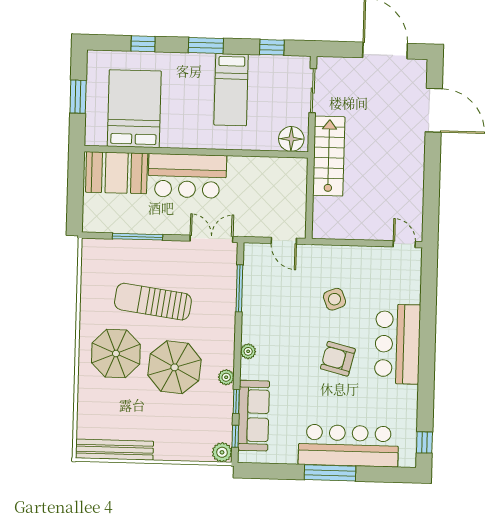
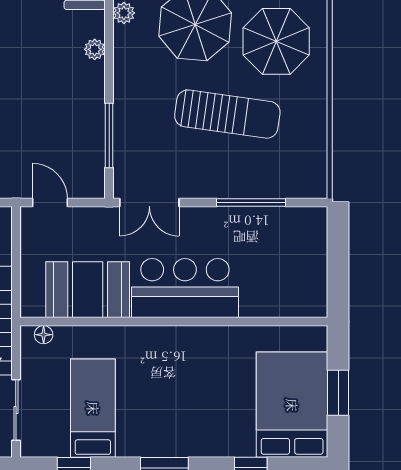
bed: (231, 90) -> (93, 408), moved
bed: (134, 109) -> (292, 405), moved, turned 180
floor lamp: (291, 139) -> (44, 335), width x0.53, depth x0.53
booth: (117, 173) -> (88, 290), moved

